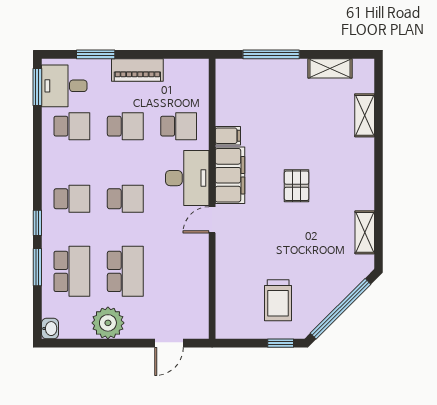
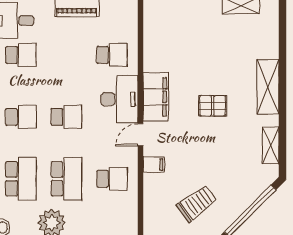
shelving: (365, 115) -> (268, 87), moved, width x1.50, depth x1.33
school desk: (125, 126) -> (112, 179), moved
filing cabinet: (228, 136) -> (154, 165), moved
pallet: (297, 186) -> (213, 106), turned 90
trolley: (278, 300) -> (197, 203), turned -127

